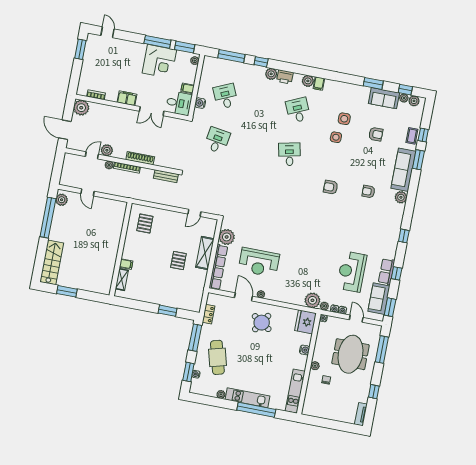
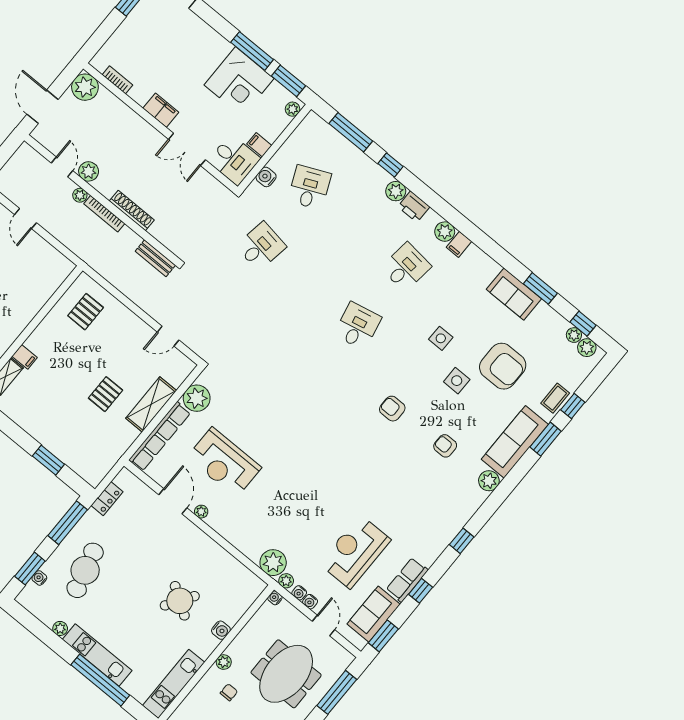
sofa: (384, 98) -> (514, 294), moved
desk: (298, 110) -> (406, 267), turned 30
side table: (344, 119) -> (457, 381), moved
armchair: (376, 134) -> (503, 366), width x1.88, depth x1.88
door: (92, 155) -> (62, 167), hinge flipped
fridge: (306, 322) -> (245, 589), removed
round table: (262, 323) -> (180, 601), moved

